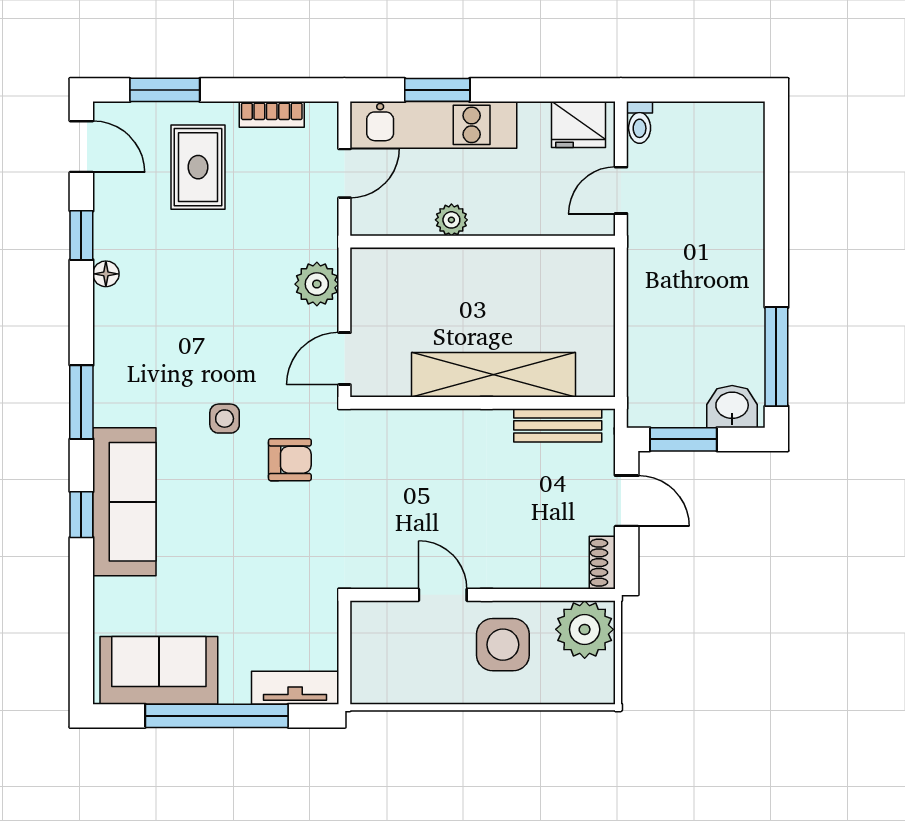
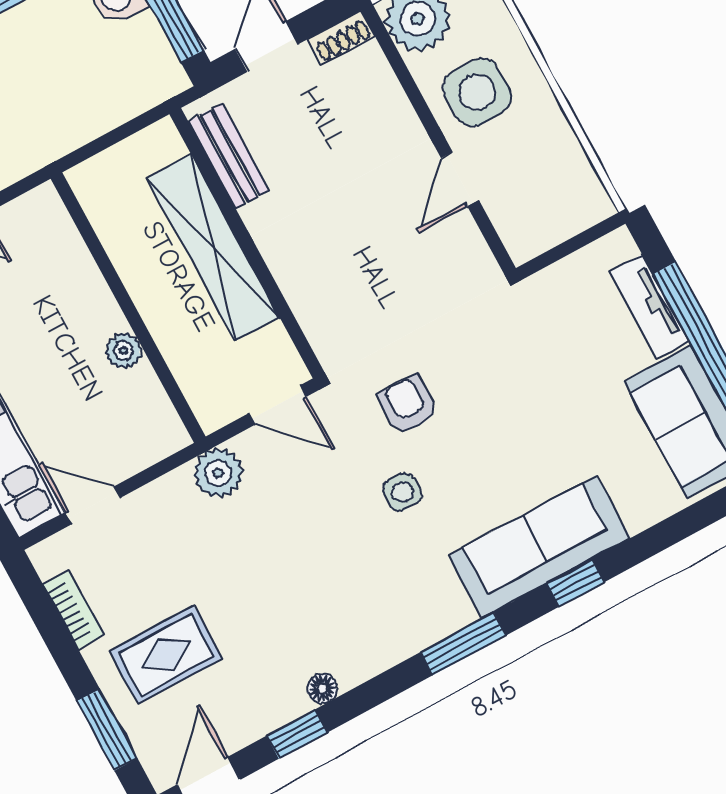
plant: (451, 220) -> (123, 351), moved
wall: (483, 242) -> (128, 308), moved
tv unit: (295, 688) -> (649, 307), moved

